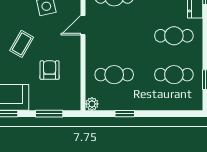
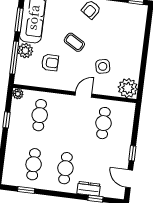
door: (83, 25) -> (84, 95), hinge flipped
plant: (39, 101) -> (25, 51), added
window: (49, 114) -> (14, 58), width x1.44

